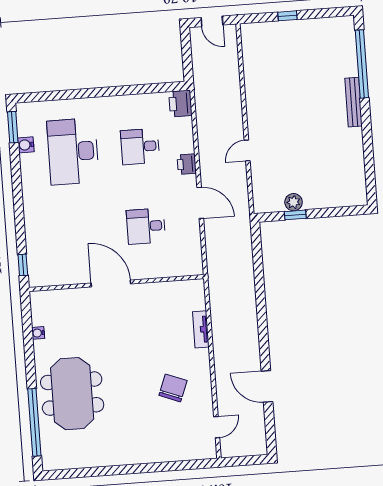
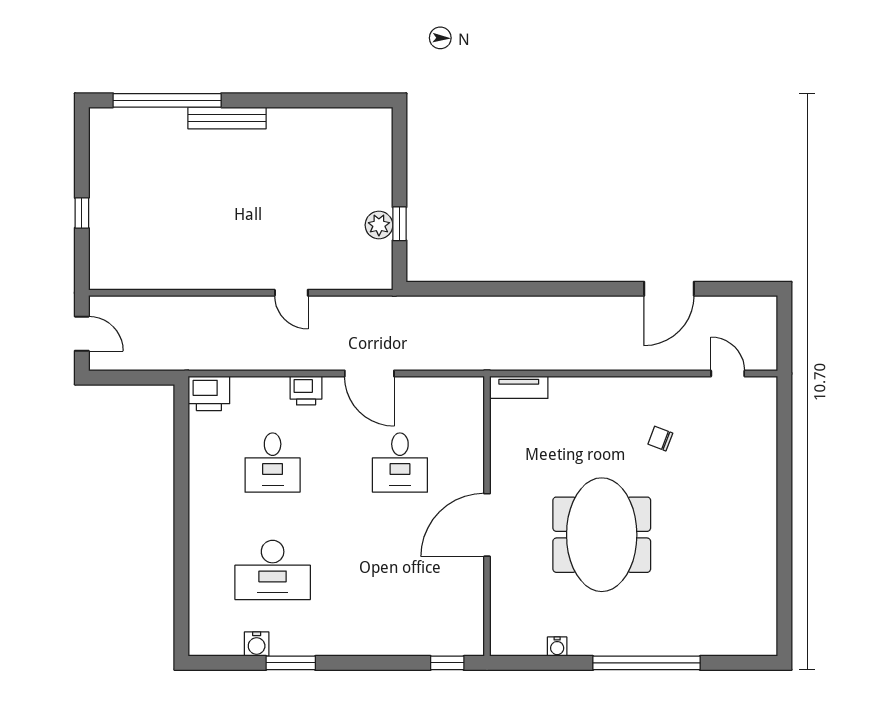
door: (212, 21) -> (82, 334), hinge flipped
window: (13, 127) -> (291, 663), moved
desk: (73, 151) -> (273, 570), width x0.73, depth x0.77
door: (200, 203) -> (369, 374), swing flipped
tv unit: (201, 329) -> (519, 387), moved
chair: (173, 388) -> (660, 439), width x0.54, depth x0.54
meeting table: (72, 394) -> (602, 535), moved, turned 90
window: (34, 422) -> (647, 663), moved

